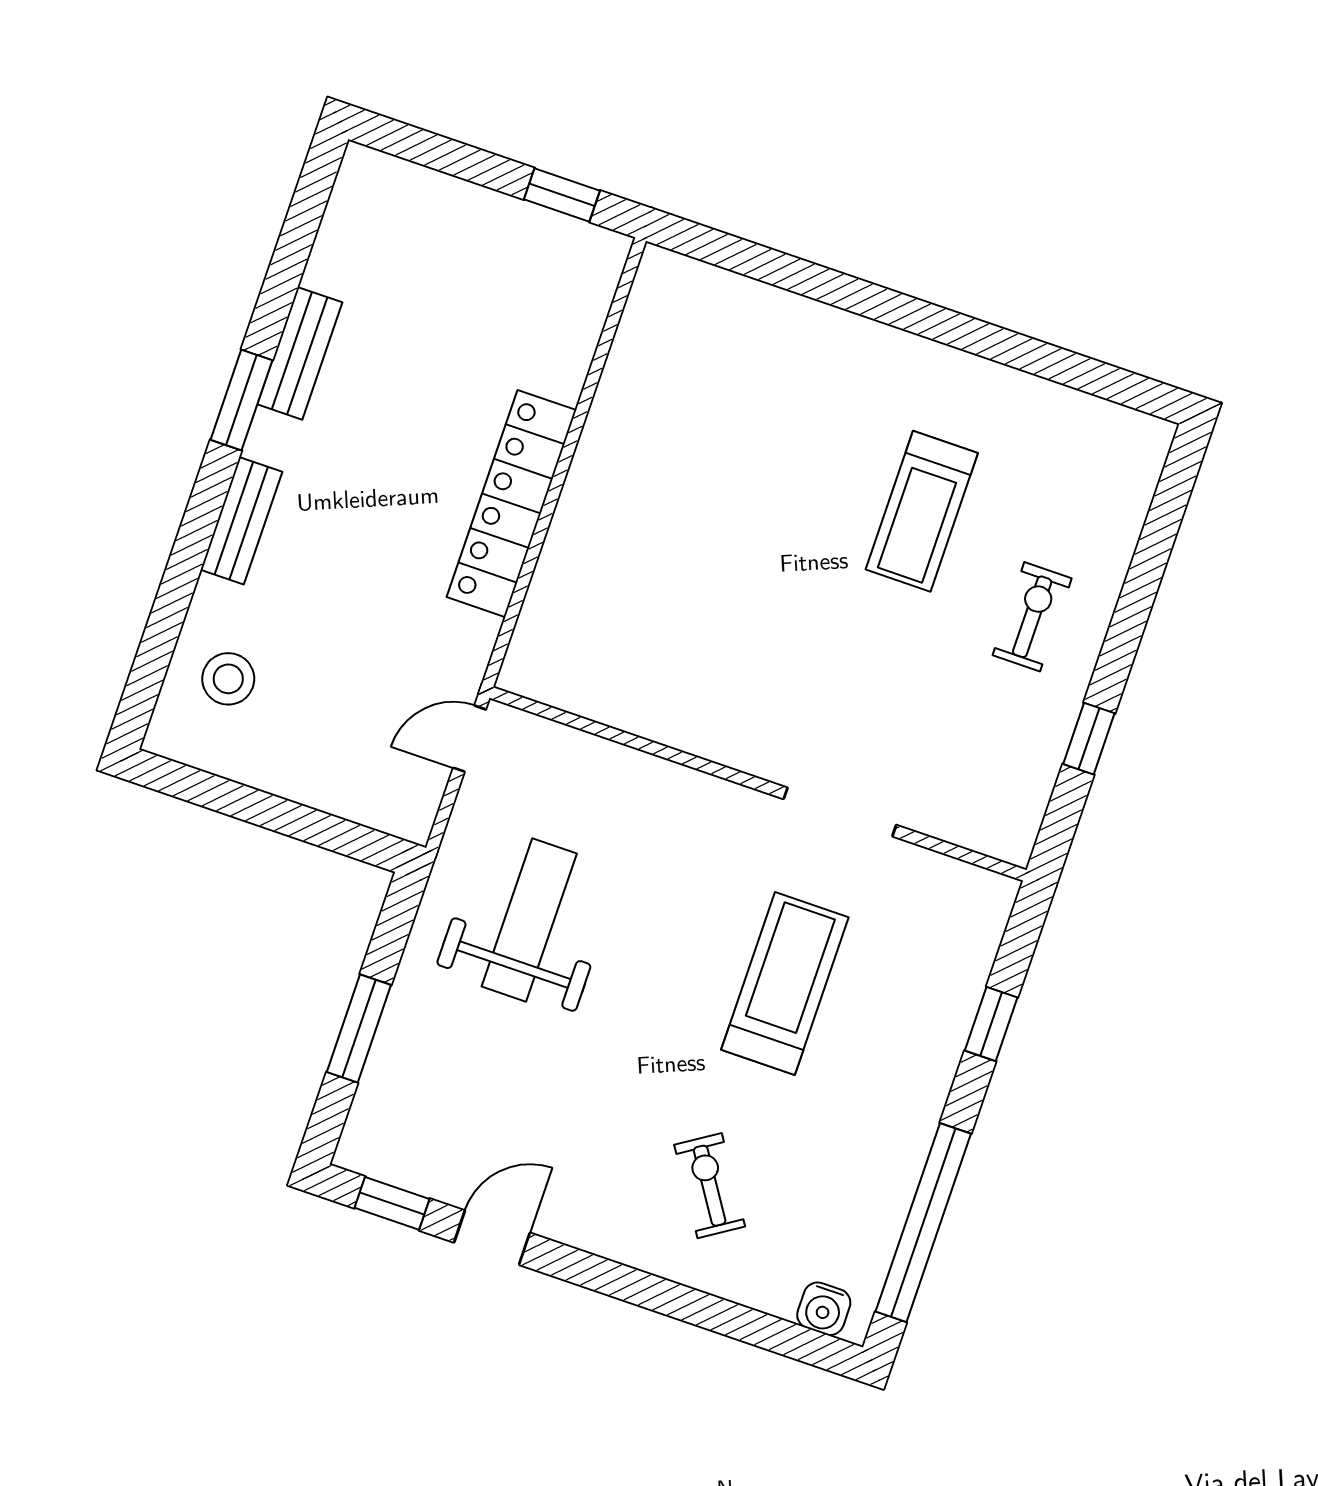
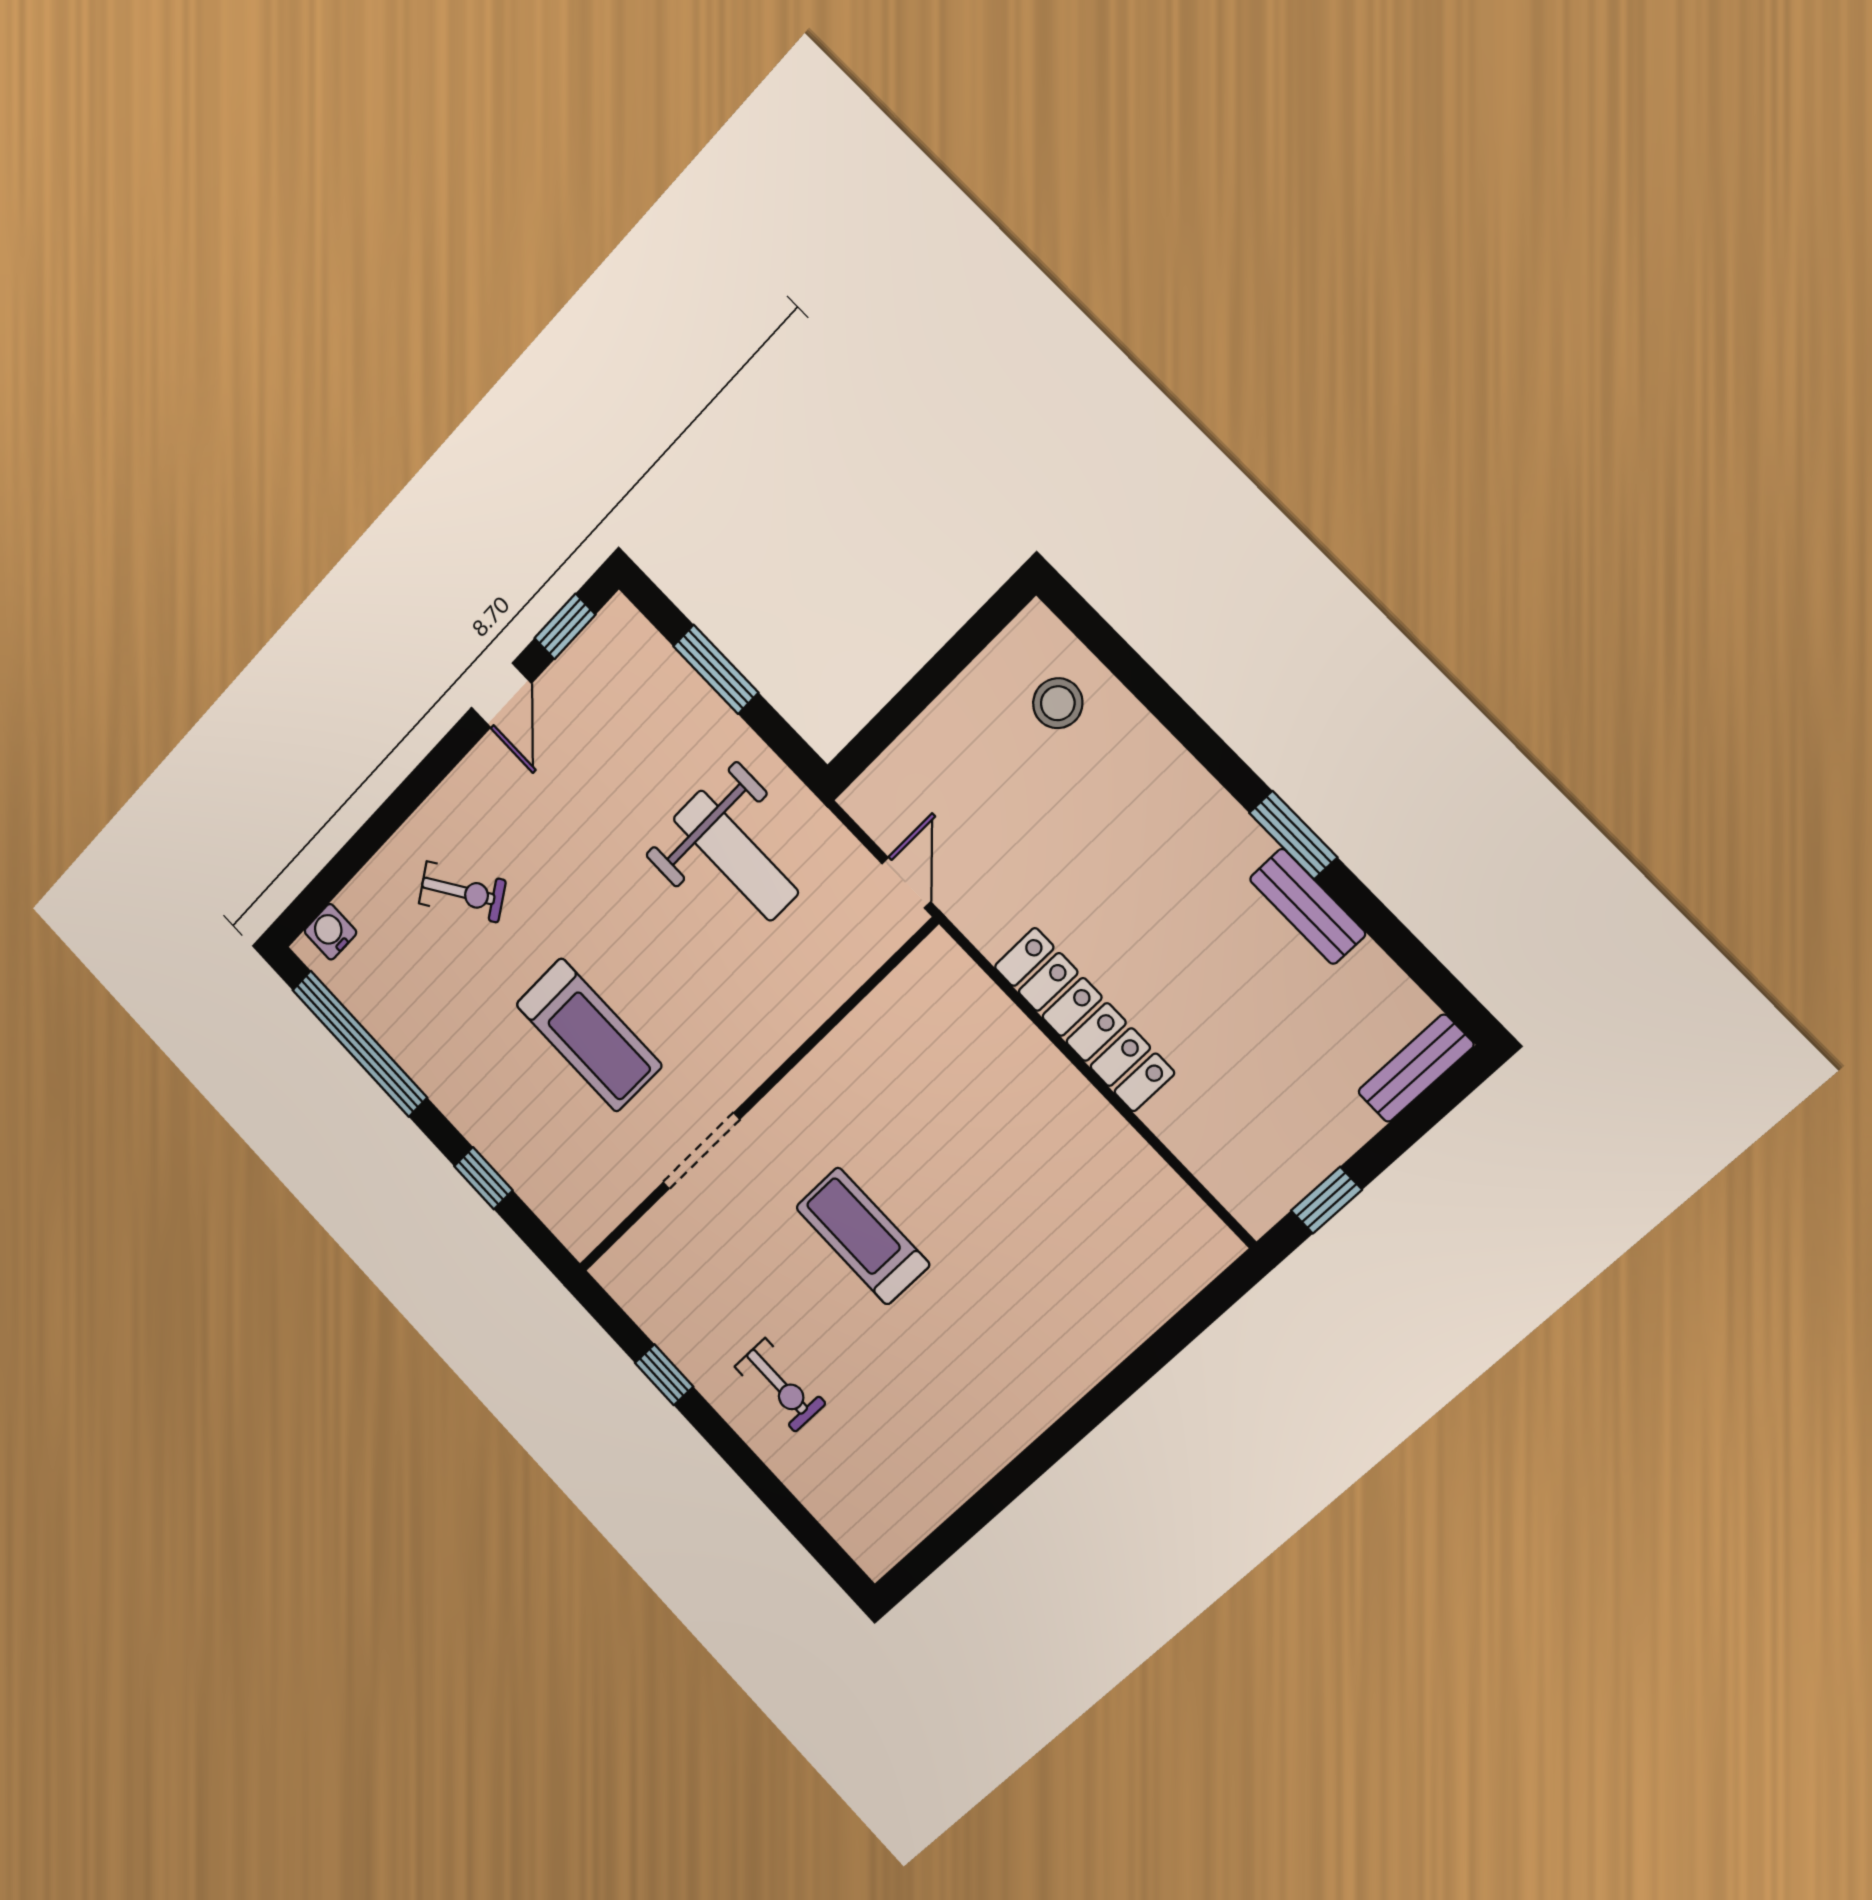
treadmill: (922, 511) -> (863, 1236), moved
bench: (241, 521) -> (1416, 1068), moved, turned 90

